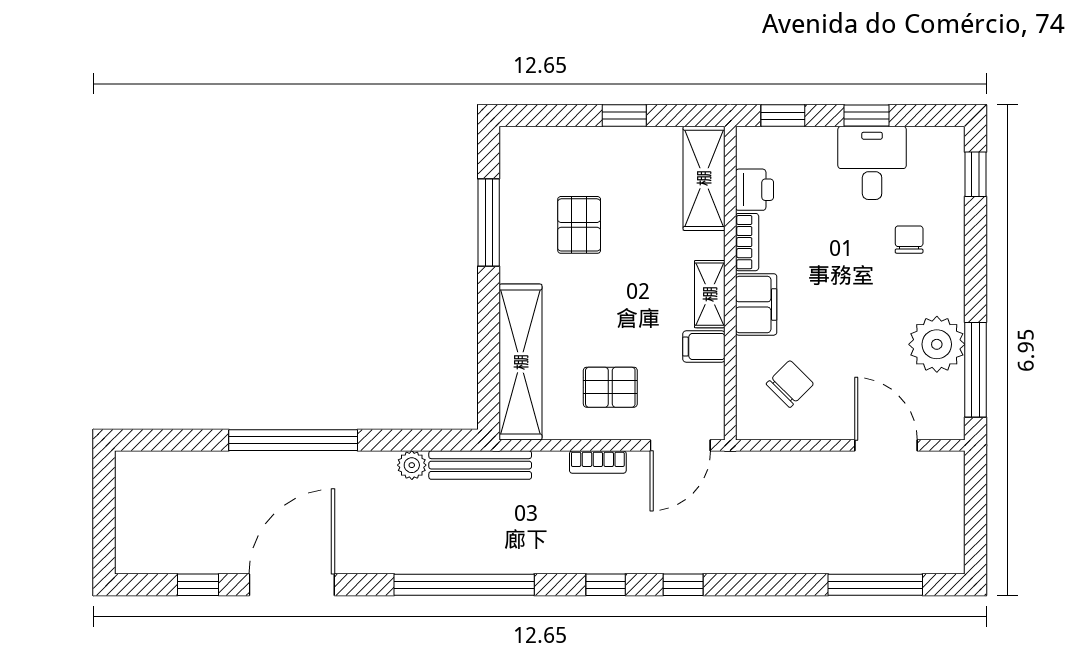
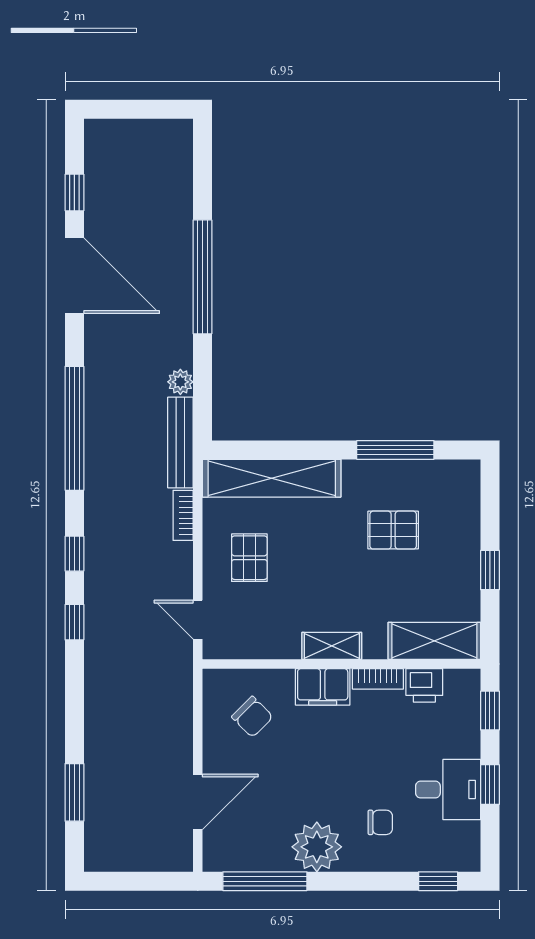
plant: (937, 344) -> (317, 847), moved
filing cabinet: (704, 347) -> (285, 641), removed
door: (680, 445) -> (198, 620), width x0.73
bookcase: (598, 462) -> (183, 515), moved
window: (875, 585) -> (74, 792), width x0.69

